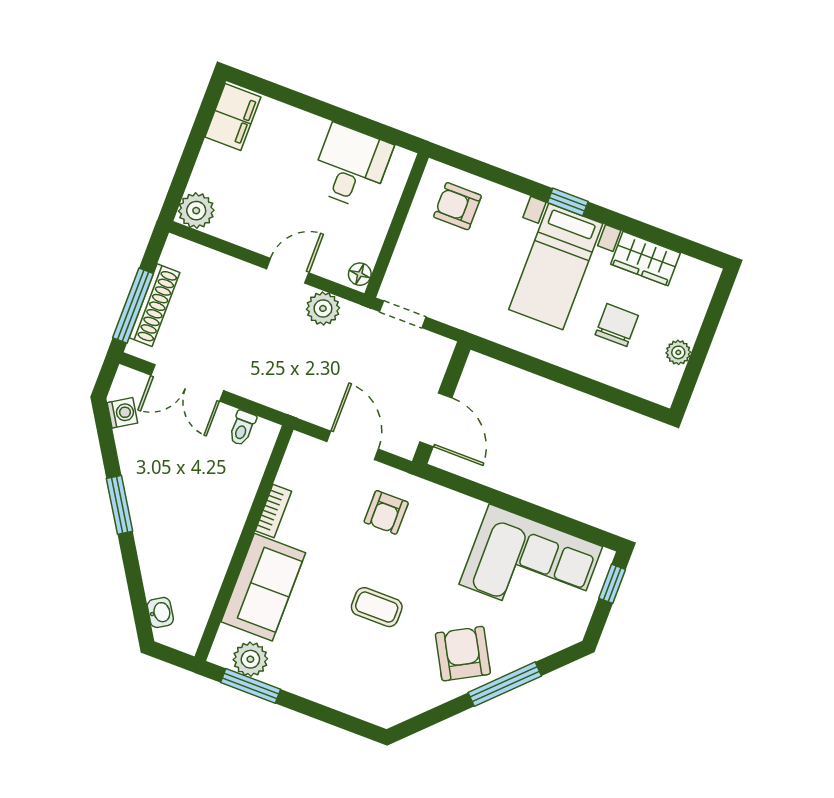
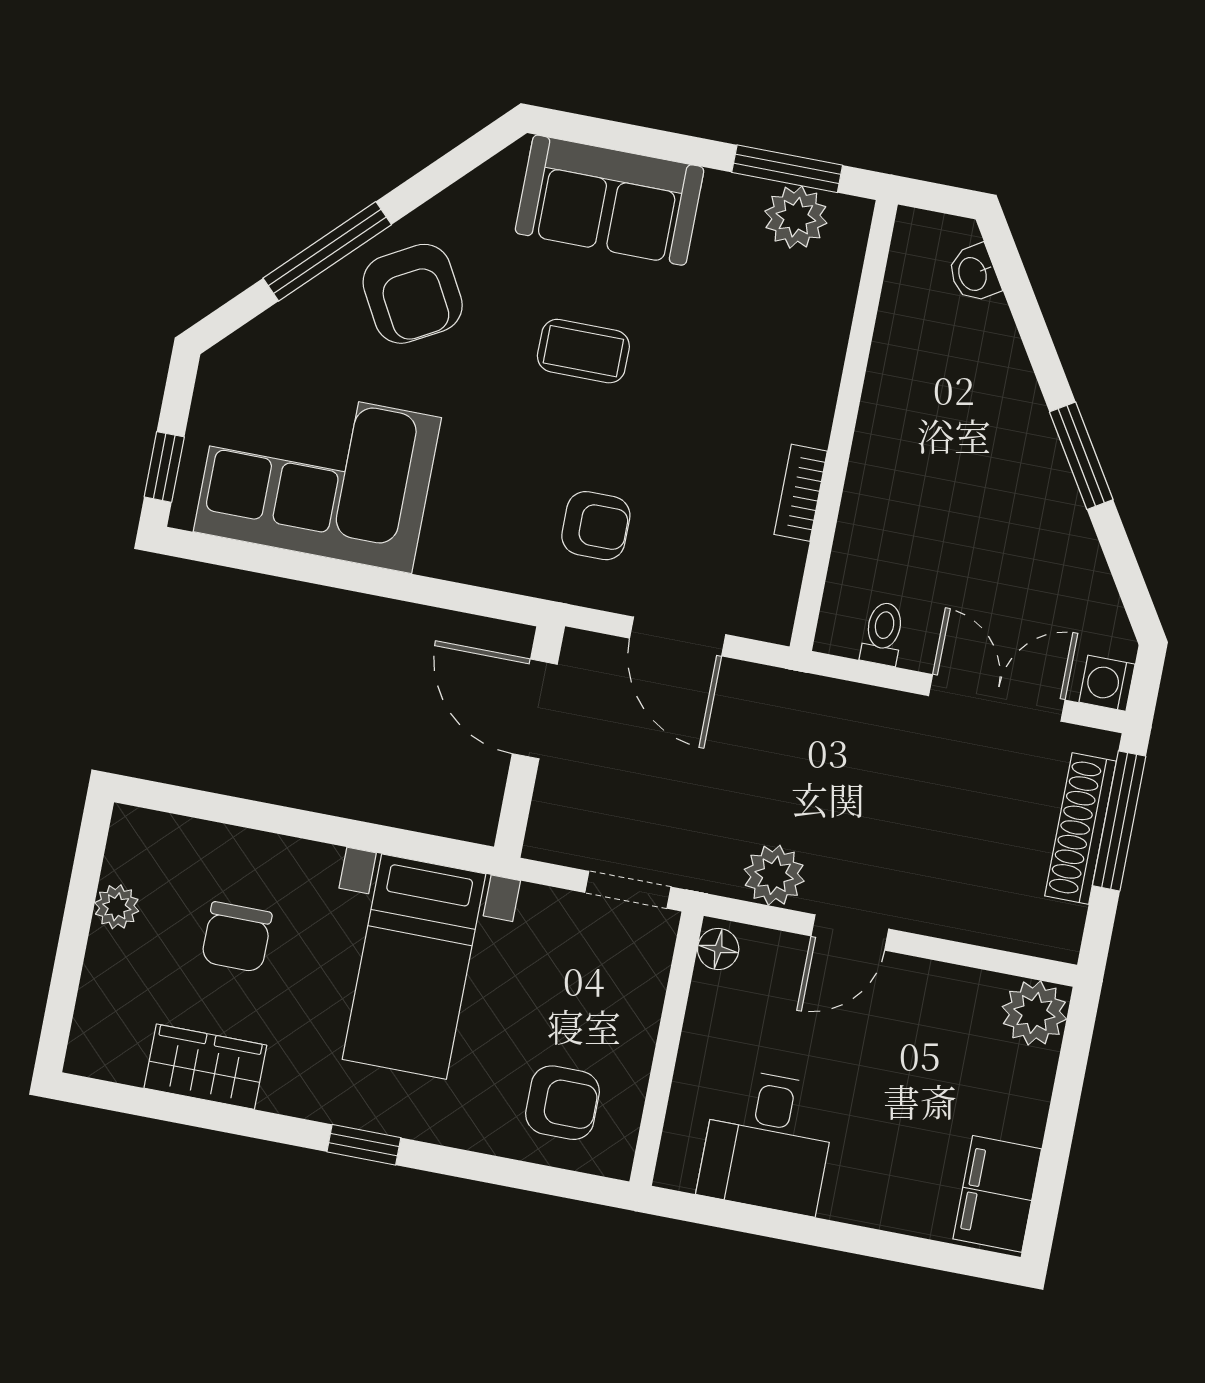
bed with nightstands: (556, 266) -> (414, 967), moved, turned 180
washing machine: (122, 413) -> (1107, 683), moved, turned 32
armchair: (386, 512) -> (596, 526), turned 90
sofa: (263, 587) -> (610, 200), moved, turned -90

